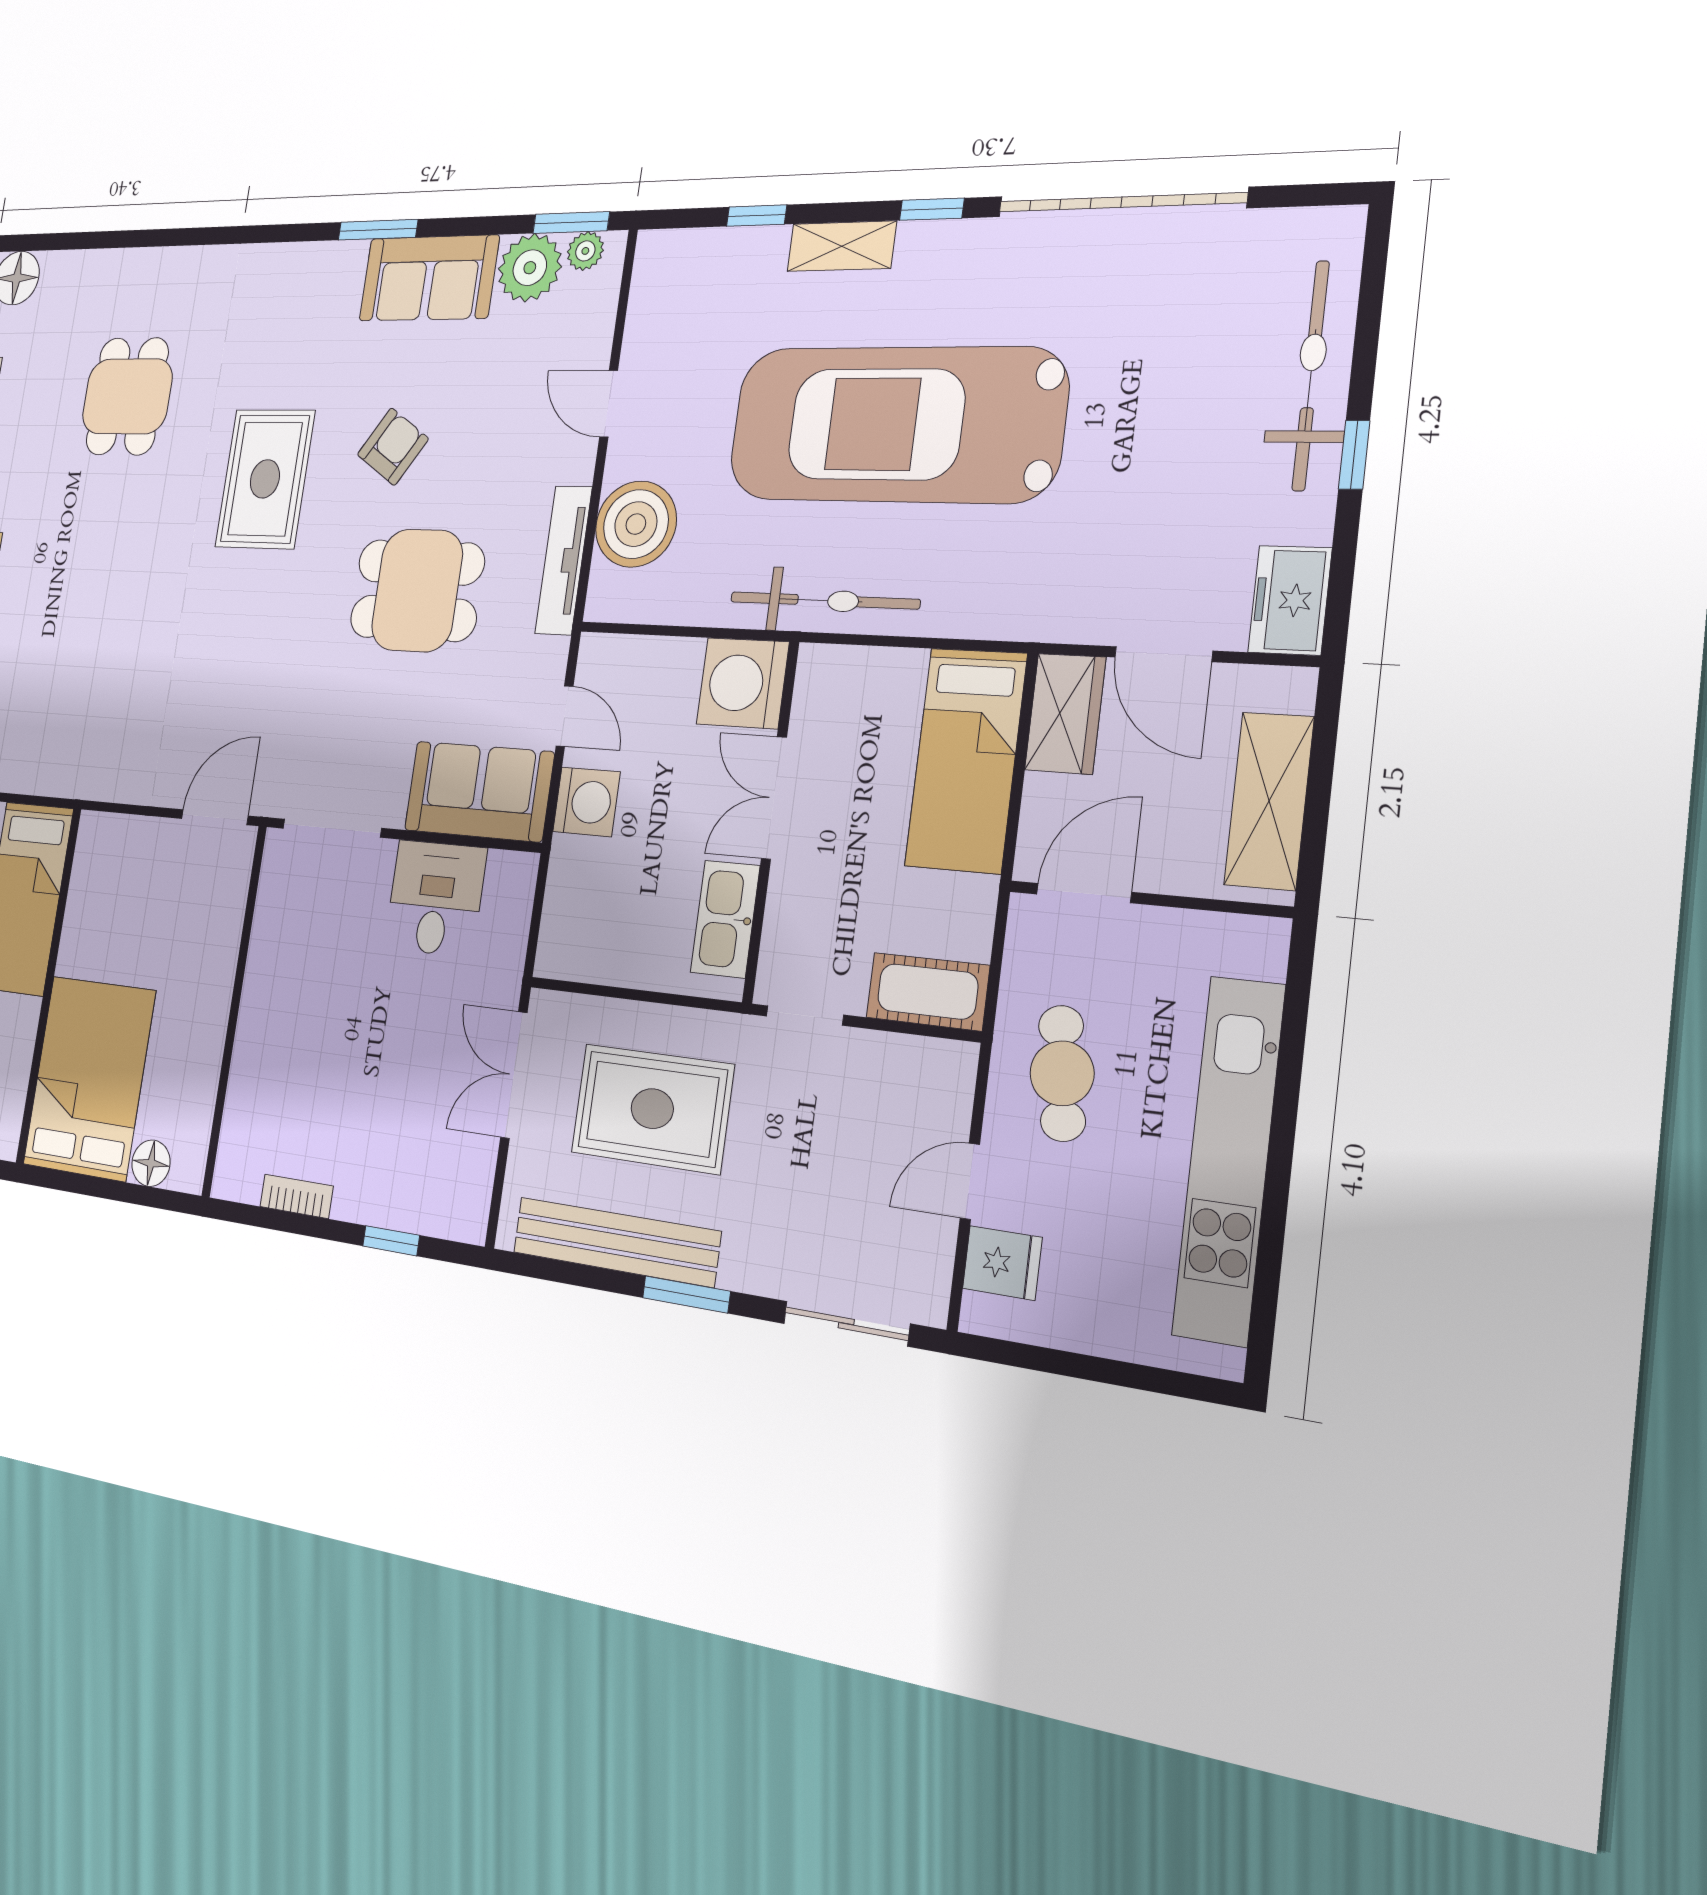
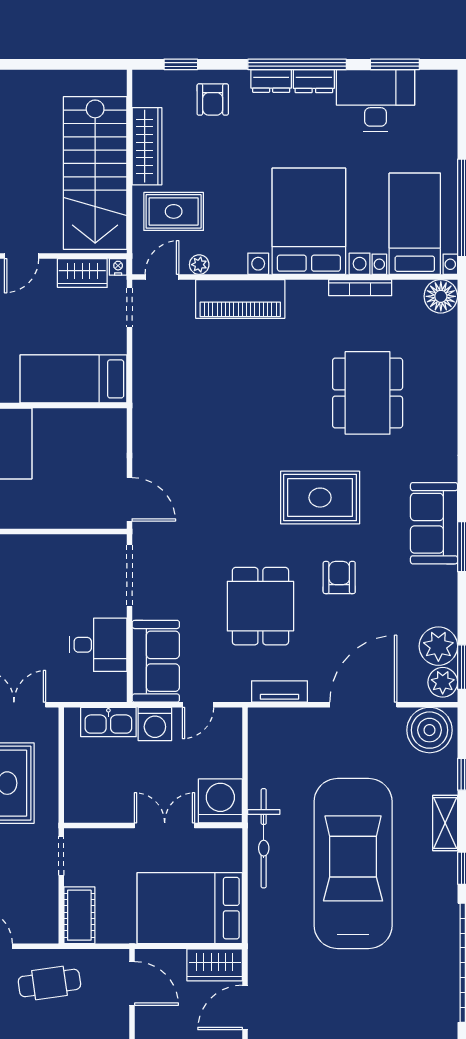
plant: (585, 251) -> (443, 682), width x1.38, depth x1.38
sofa: (429, 278) -> (434, 523), moved
dining table: (127, 396) -> (368, 393), width x1.38
door: (609, 404) -> (363, 705), width x1.87
armchair: (393, 447) -> (339, 578), turned -123
boiler: (636, 524) -> (430, 730), moved
tv unit: (564, 560) -> (280, 691), width x0.71
bed: (966, 760) -> (190, 908), width x1.50
kitchen sink: (725, 919) -> (108, 722), moved, turned 180

